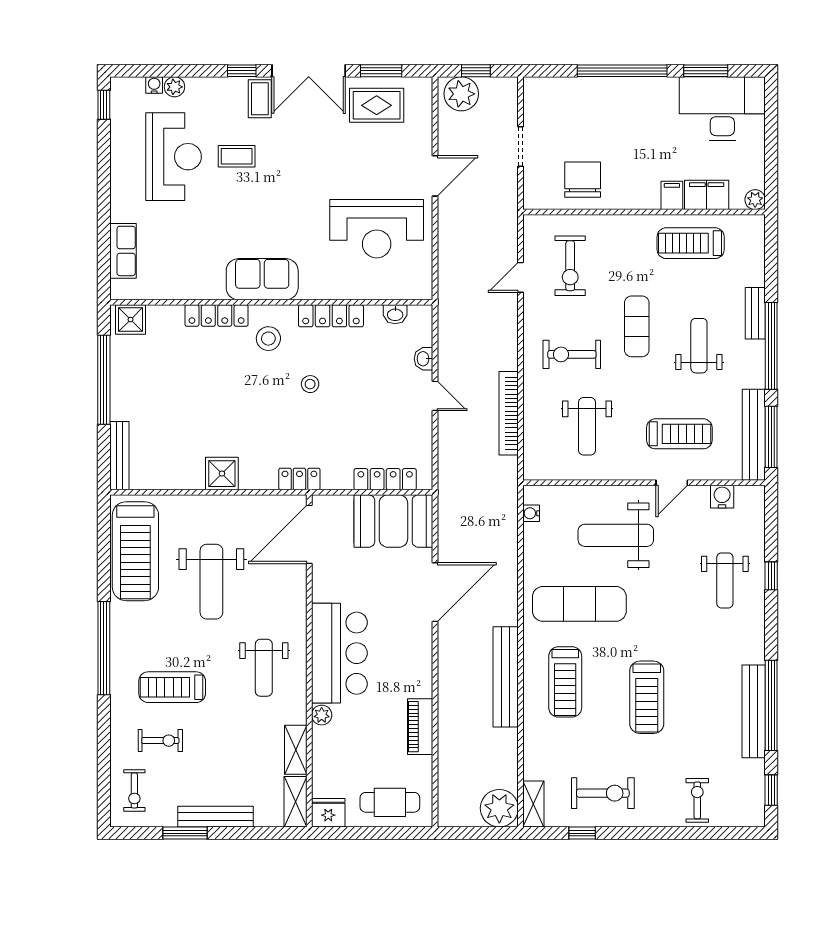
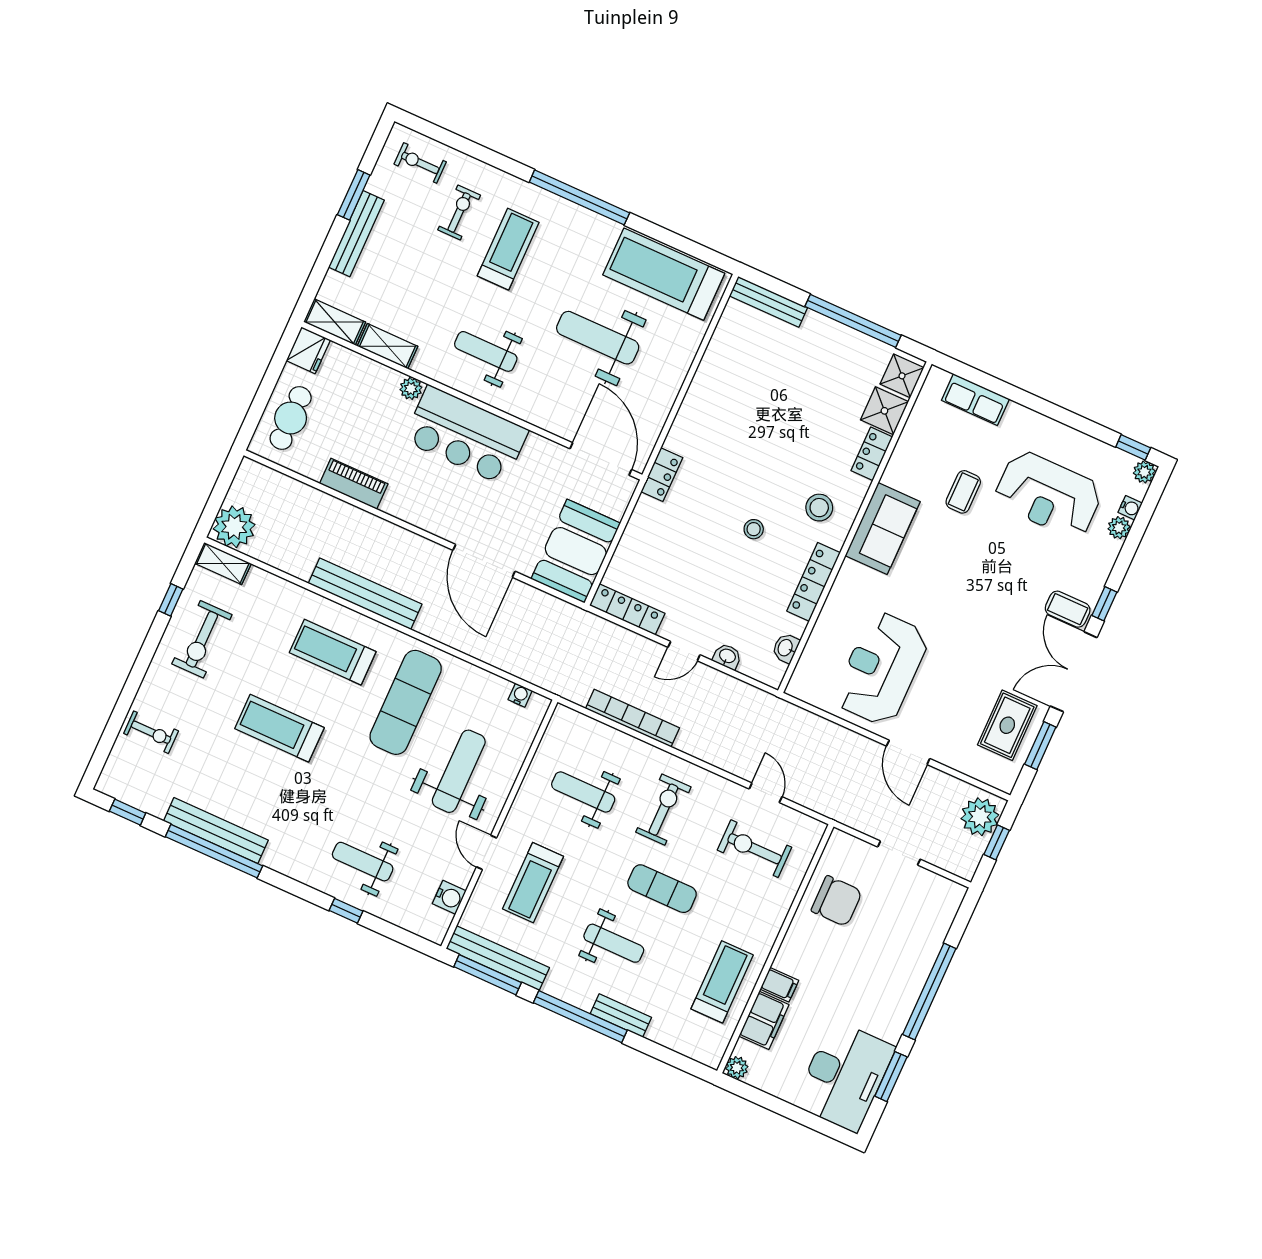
plant: (120, 87) -> (1144, 472), added
coffee table: (237, 156) -> (963, 492), moved
locker: (217, 316) -> (872, 454), width x0.66
shower: (222, 474) -> (884, 411), moved
locker: (385, 479) -> (627, 609), moved, turned -90
exercise bike: (160, 741) -> (459, 212), turned 180

